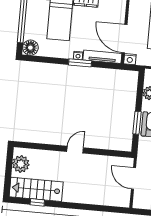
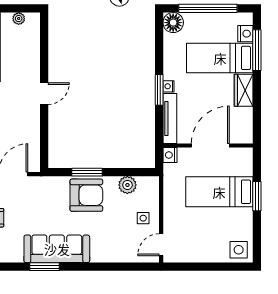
door: (125, 39) -> (210, 146), moved
door: (75, 150) -> (44, 94), hinge flipped
plant: (21, 164) -> (19, 19), width x0.53, depth x0.53

